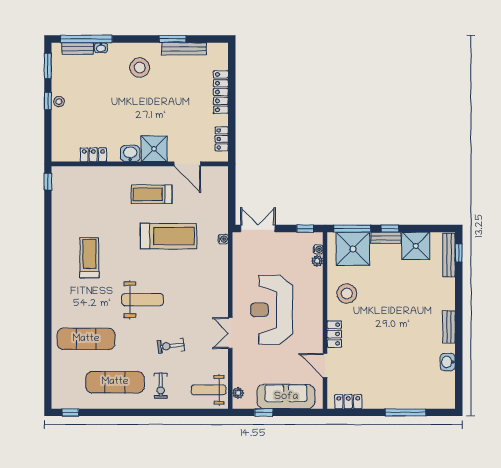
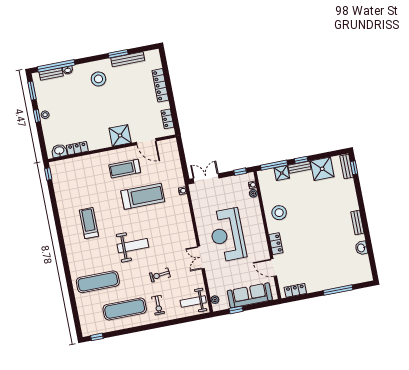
washbasin: (130, 154) -> (59, 151), moved
shower: (353, 249) -> (282, 173), width x0.54, depth x0.54
bench: (449, 255) -> (346, 166), width x0.73

